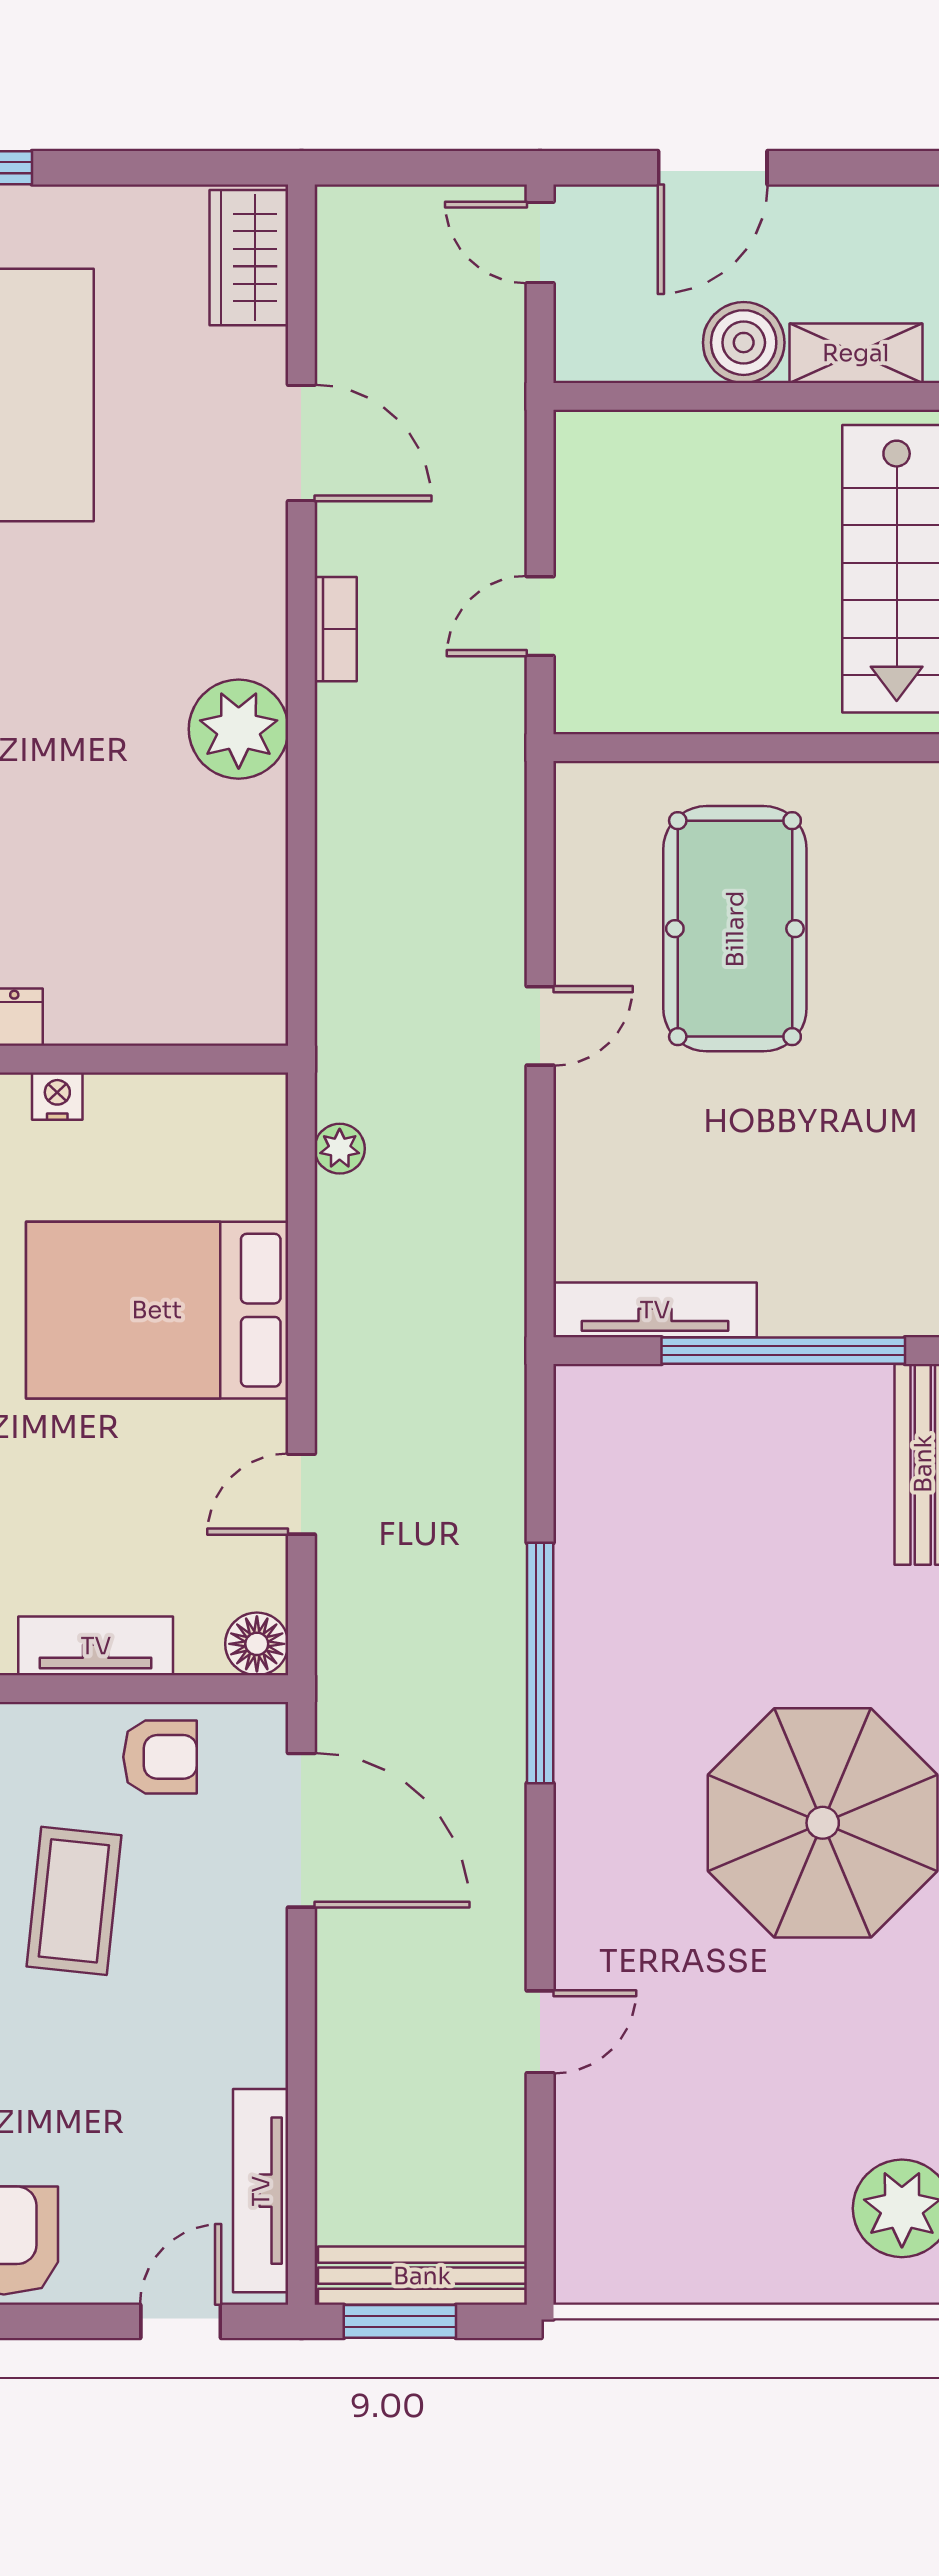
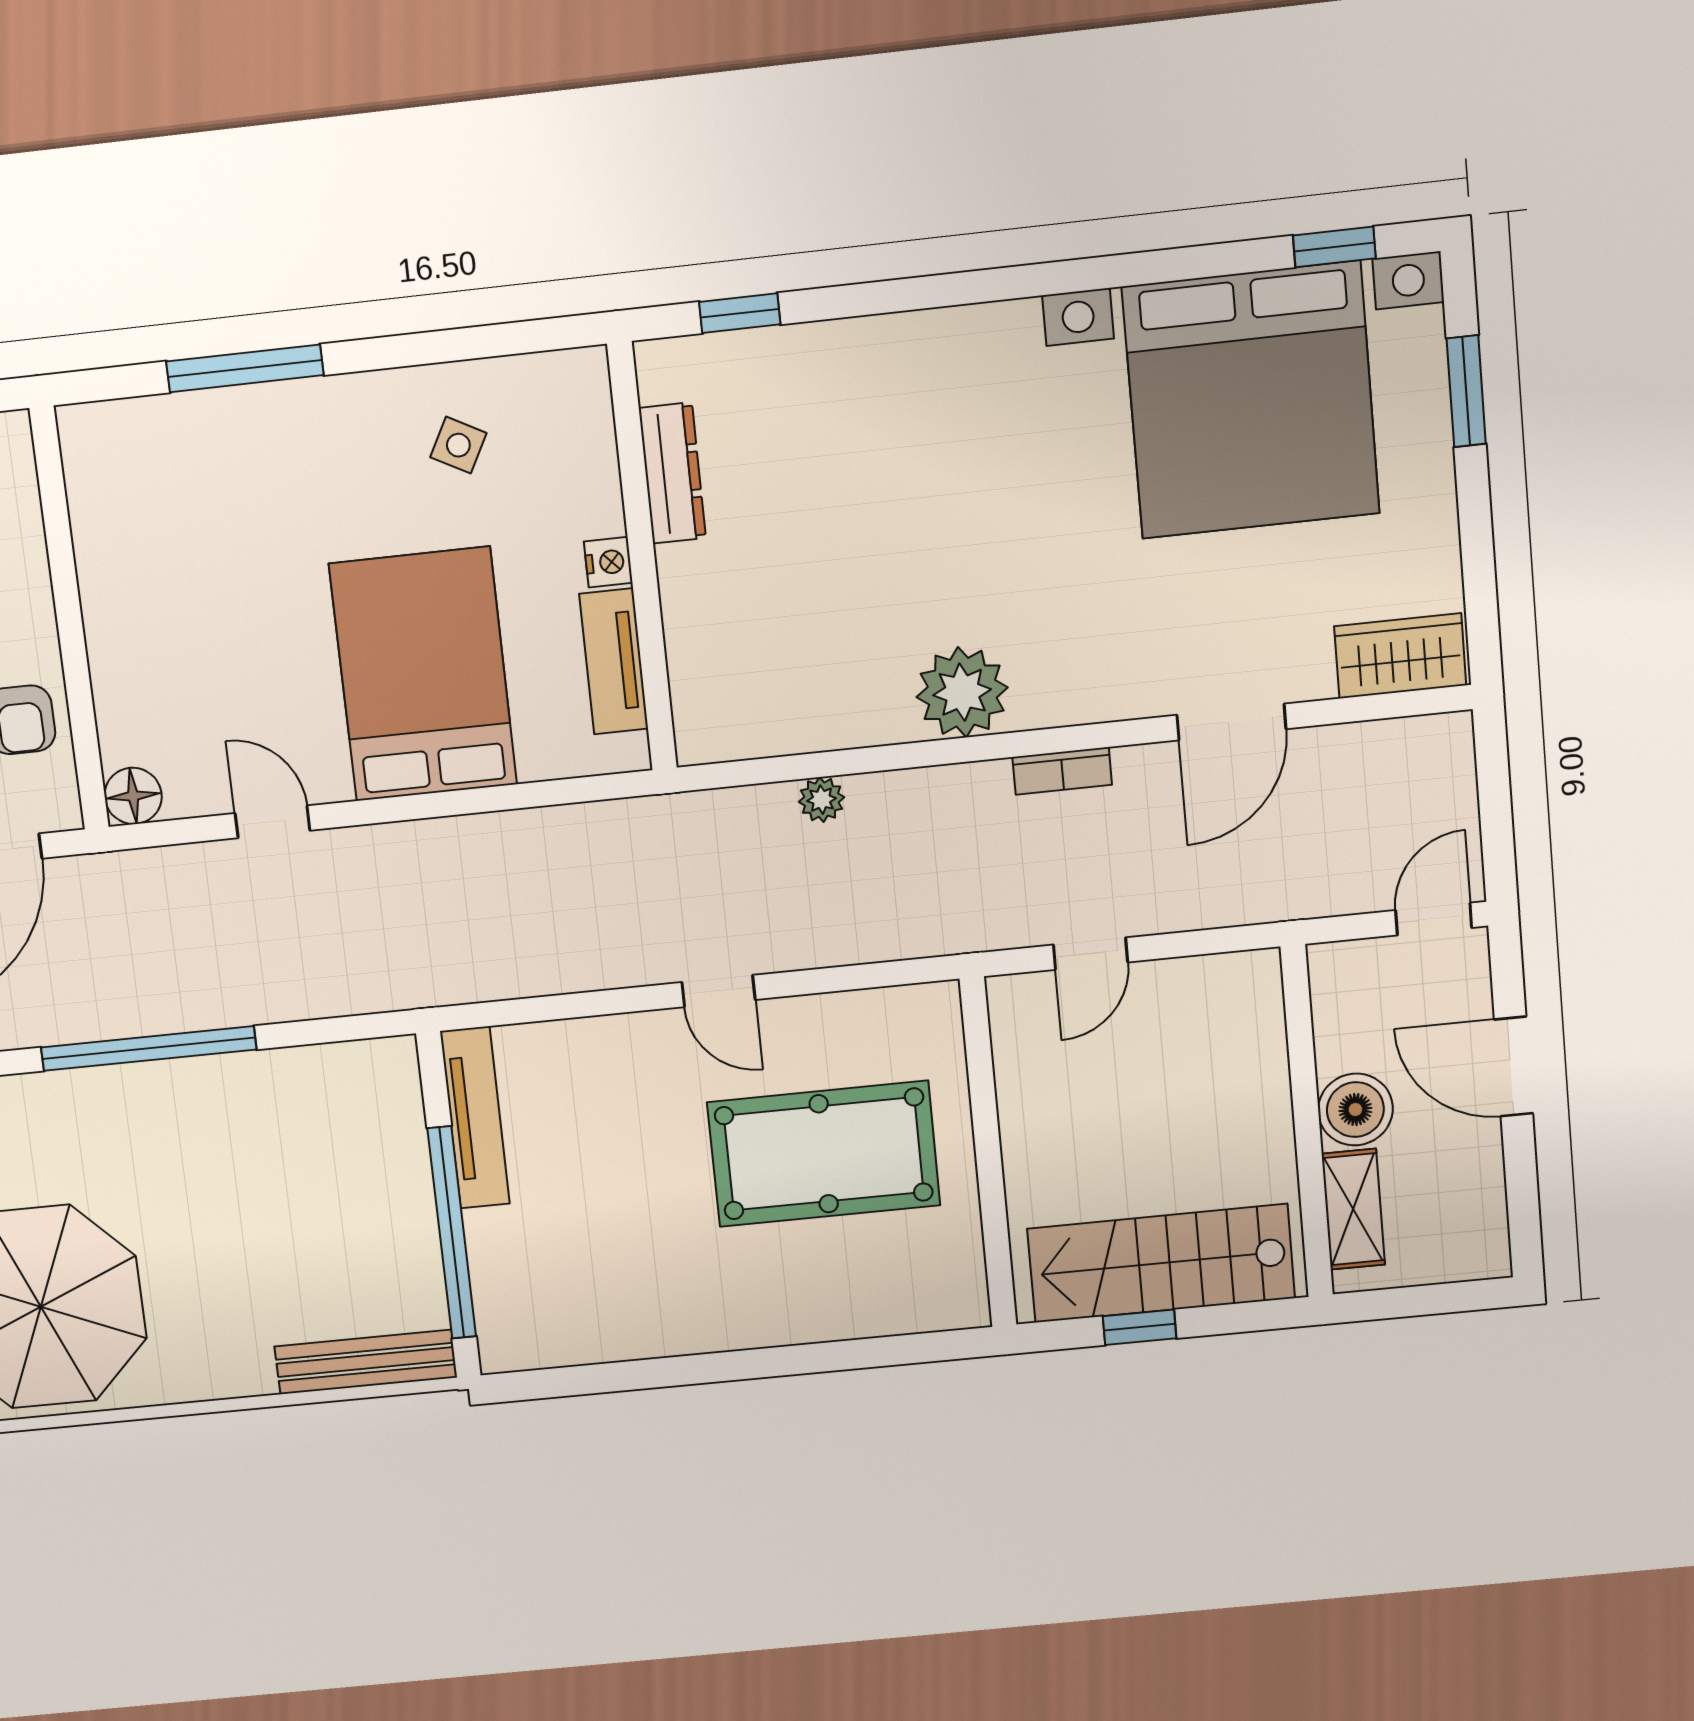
door: (540, 616) -> (1091, 954), swing flipped
plant: (340, 1149) -> (821, 800), moved
tv unit: (96, 1646) -> (614, 661), moved, turned 180

